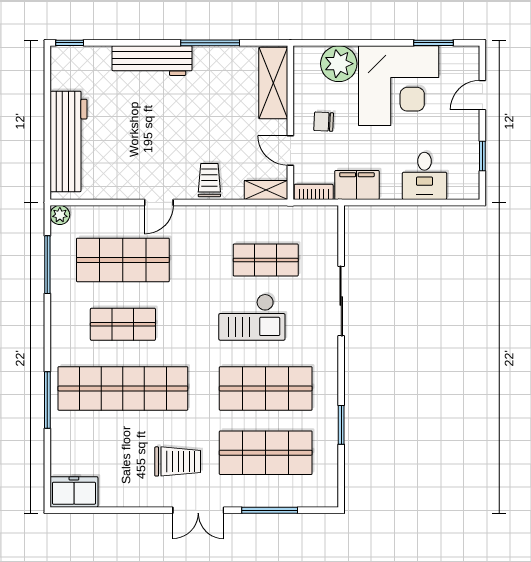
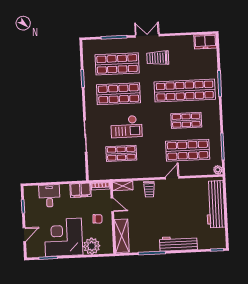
checkout: (252, 317) -> (126, 127), turned 180

